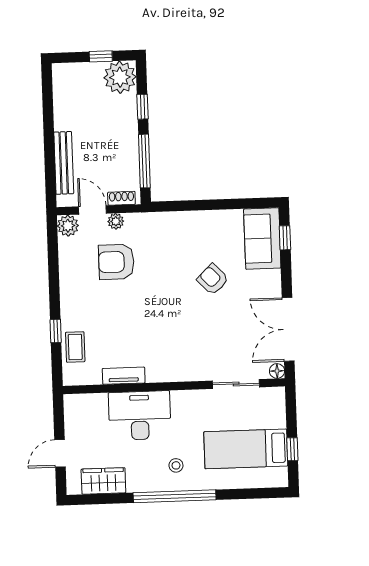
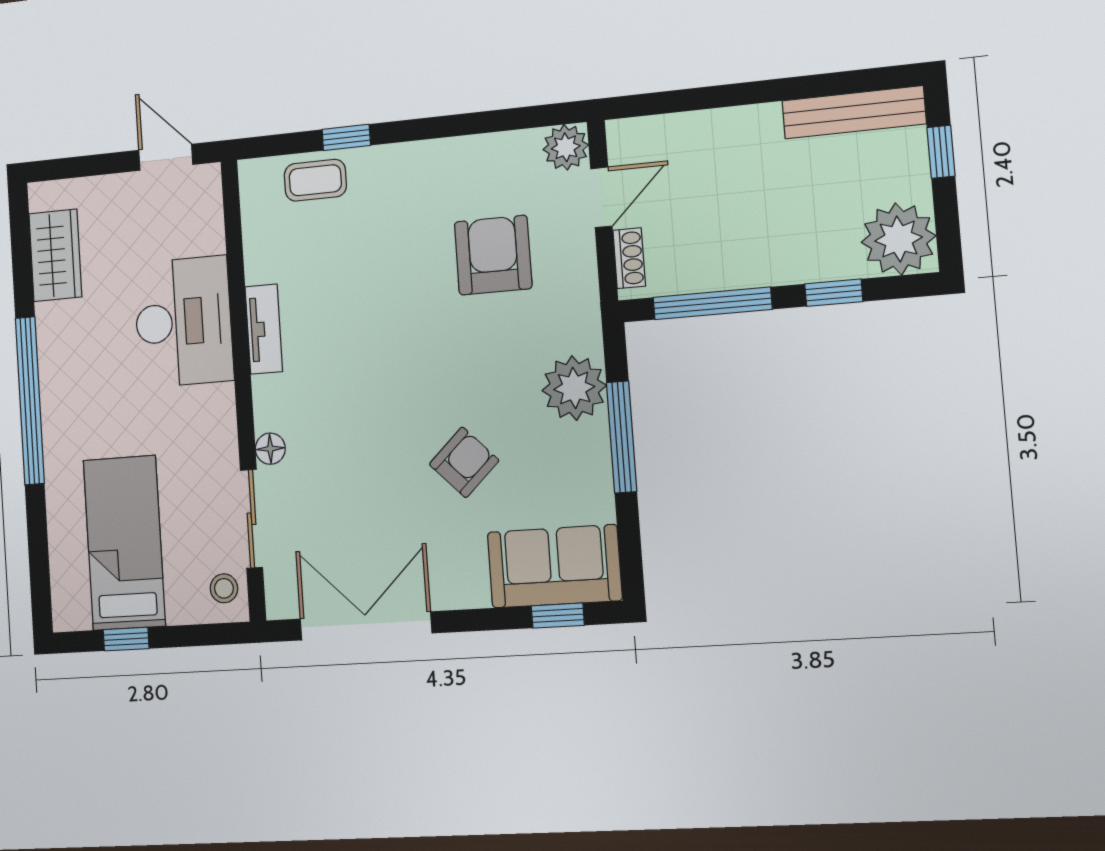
window: (101, 56) -> (941, 152), moved
bench: (64, 163) -> (854, 112), moved
window: (204, 205) -> (622, 437), added
plant: (116, 221) -> (574, 388), moved, width x1.87, depth x1.87
floor lamp: (277, 371) -> (270, 449), moved
tv unit: (124, 376) -> (264, 329), moved
door: (60, 453) -> (166, 157), moved
stool: (176, 465) -> (224, 588), moved

